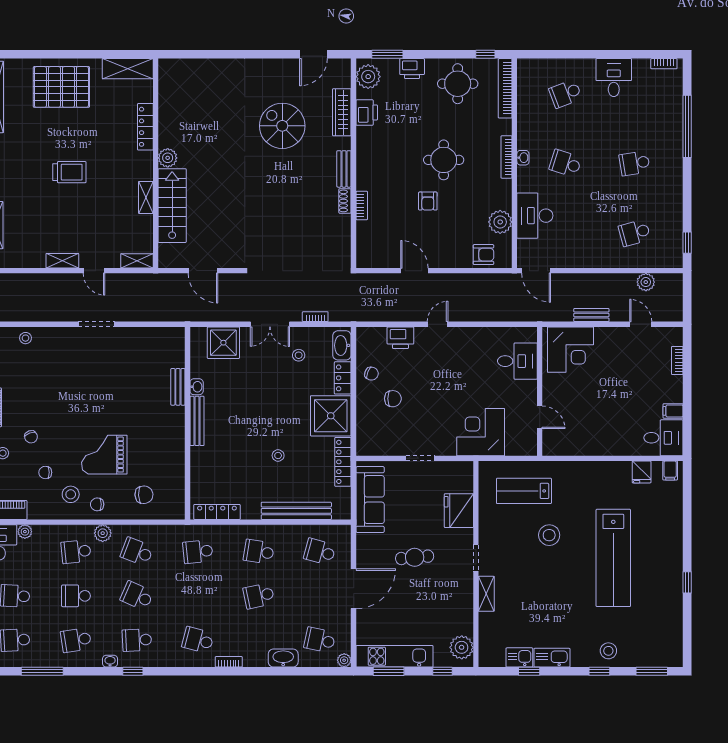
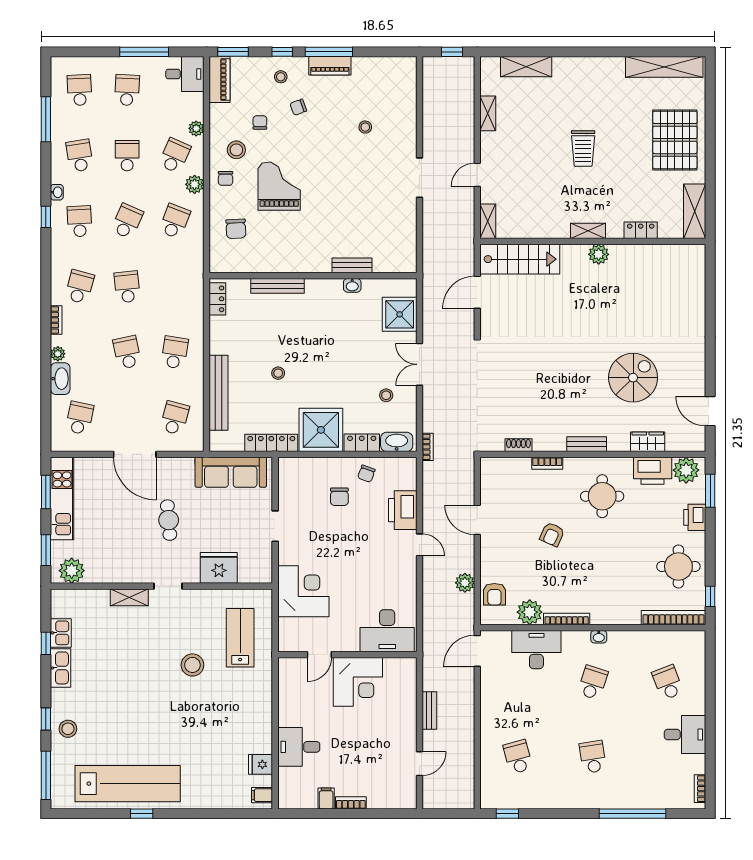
wardrobe: (342, 112) -> (648, 442), width x0.67
printer: (367, 113) -> (653, 471), width x1.37, depth x1.19
locker: (145, 127) -> (641, 230), width x0.66
bookcase: (506, 157) -> (567, 619), moved
round table: (444, 160) -> (602, 496), moved
shelving: (146, 197) -> (588, 231), moved
shoe rack: (345, 201) -> (518, 445), moved
armchair: (428, 201) -> (552, 534), turned -66
stairs: (172, 206) -> (520, 259), moved
shelving: (62, 261) -> (488, 113), moved
door: (414, 271) -> (477, 520), swing flipped
plant: (646, 282) -> (465, 583), moved
bookcase: (315, 317) -> (428, 447), moved
stool: (26, 338) -> (365, 127), moved
printer: (400, 338) -> (403, 510), width x1.37, depth x1.19
corner desk: (570, 350) -> (358, 682), moved, turned -90
bookcase: (677, 360) -> (351, 803), moved
desk: (517, 361) -> (387, 631), width x1.37
bench: (197, 421) -> (277, 286), moved
desk: (663, 438) -> (299, 747), moved, turned 90
chair: (97, 504) -> (226, 178), turned 180
locker: (217, 512) -> (217, 299), width x0.66
plant: (25, 532) -> (196, 128), moved
school desk: (76, 552) -> (175, 156), turned 30
school desk: (198, 552) -> (127, 287), moved
lab bench: (613, 558) -> (128, 784), moved, turned 180
plant: (344, 660) -> (58, 354), moved
window: (443, 671) -> (46, 550), width x1.50
window: (652, 671) -> (46, 775), width x1.44

